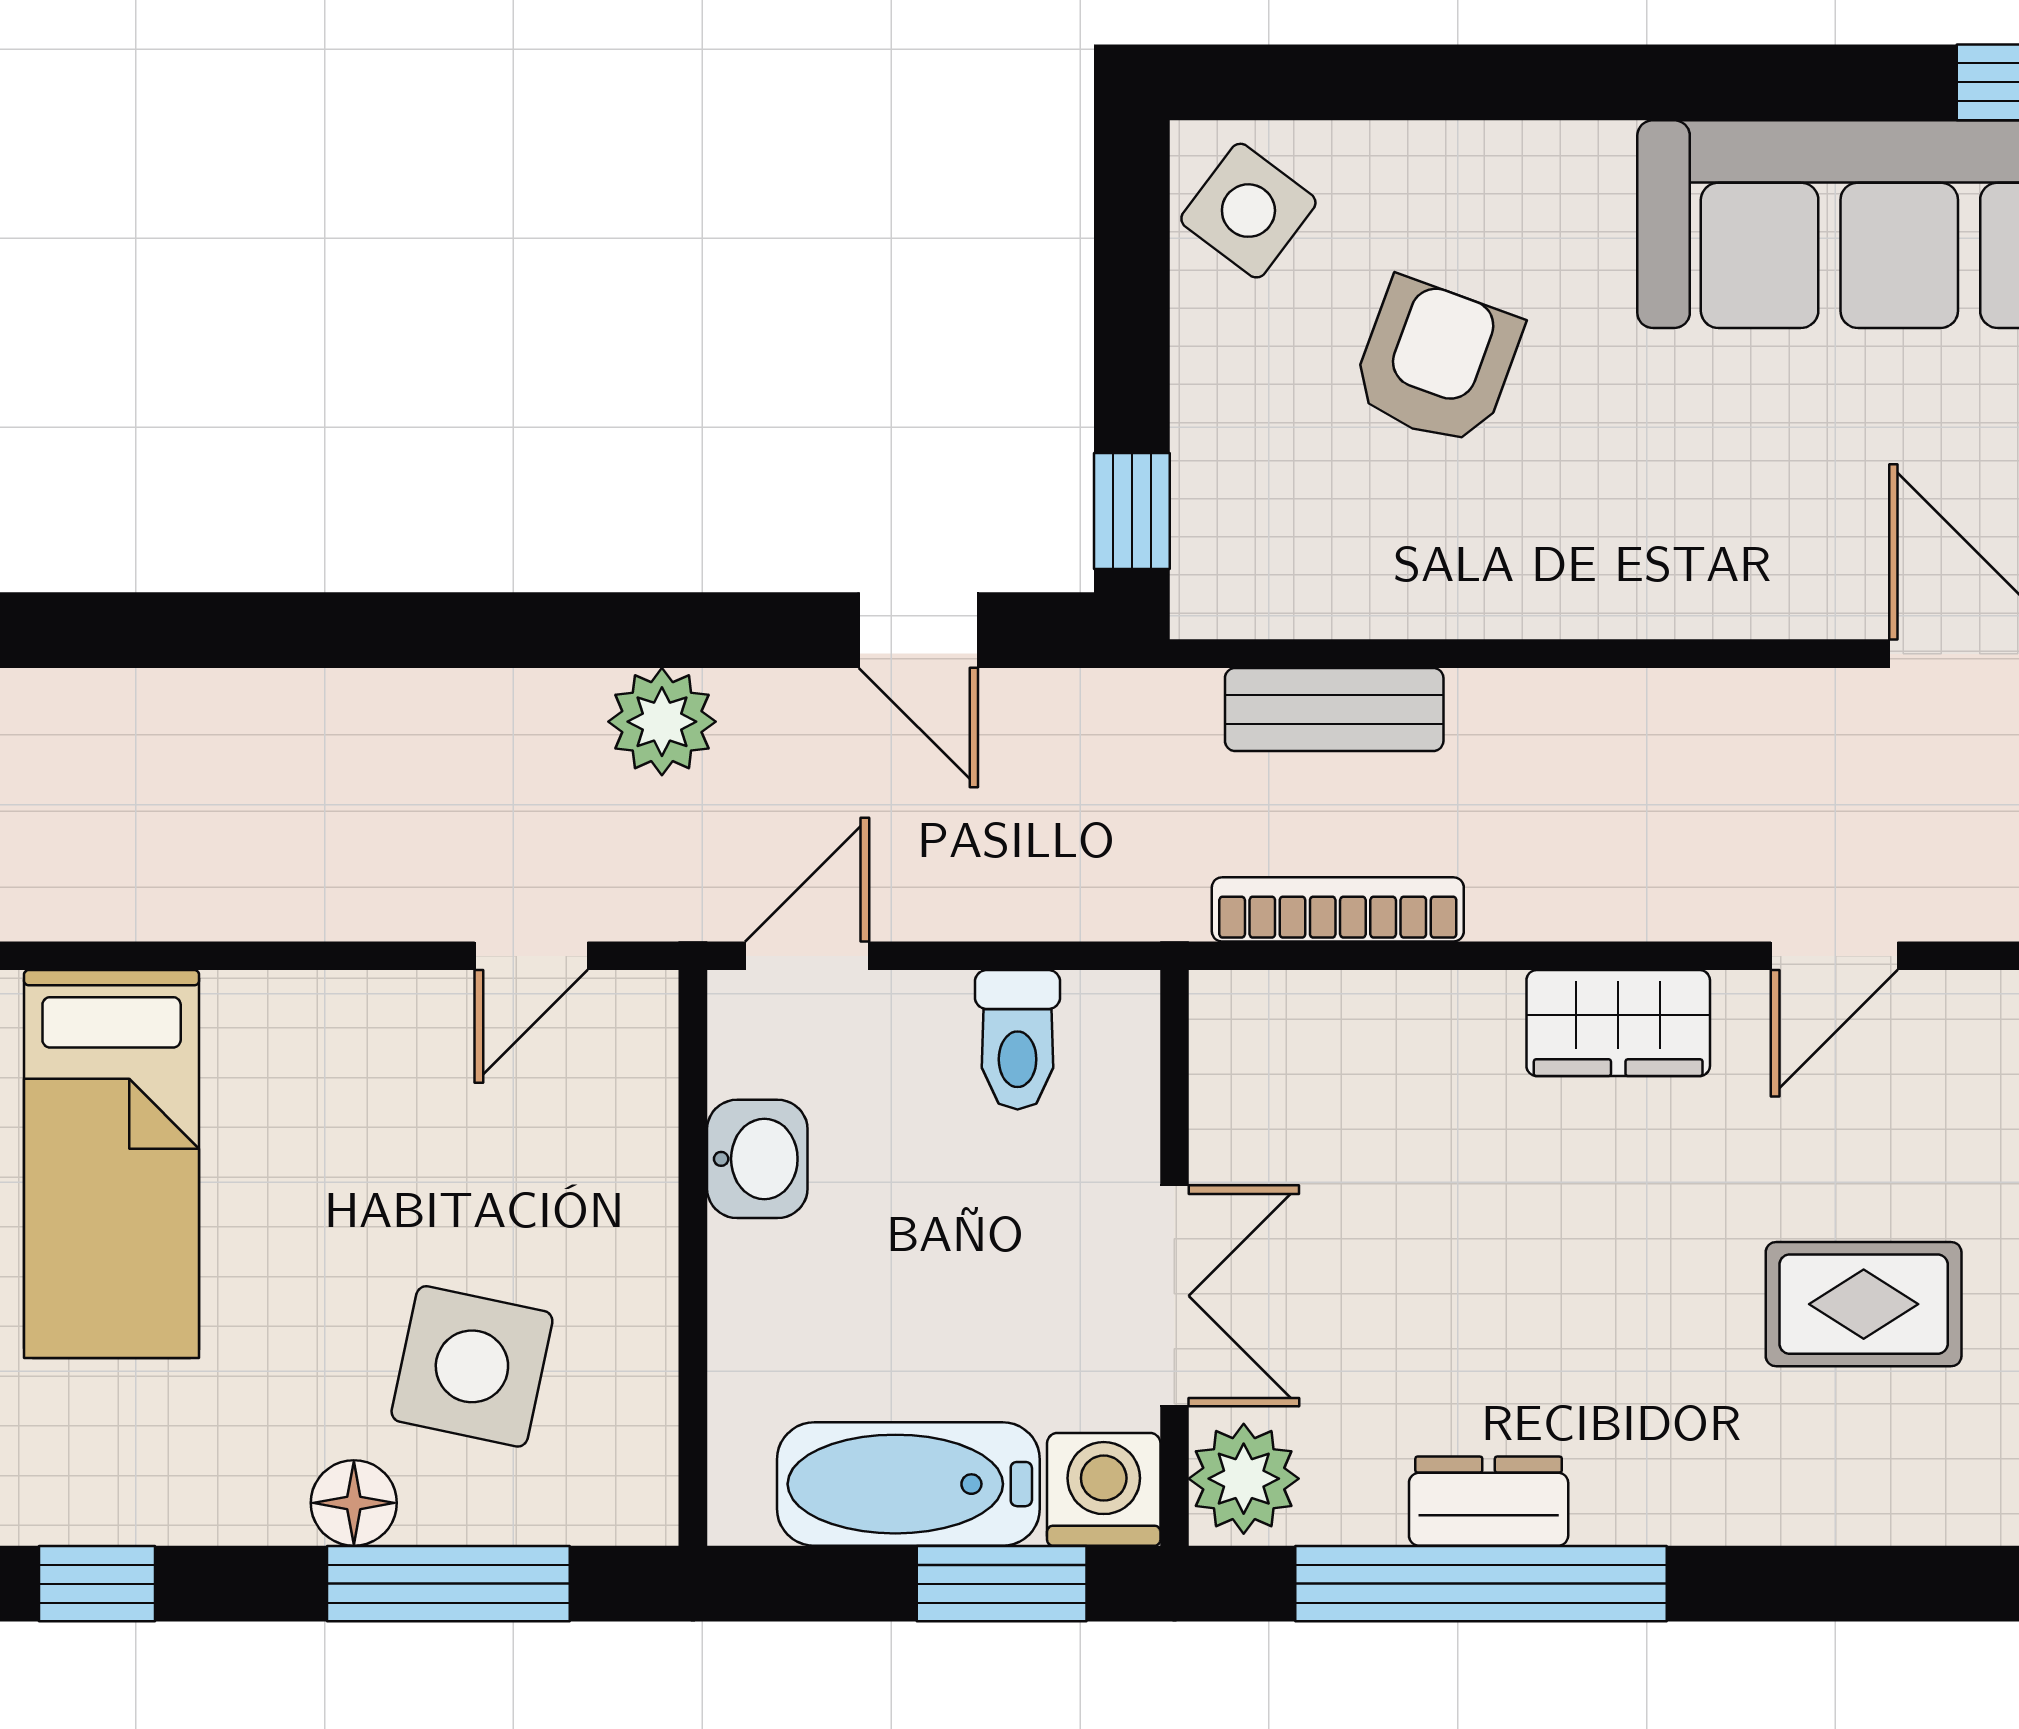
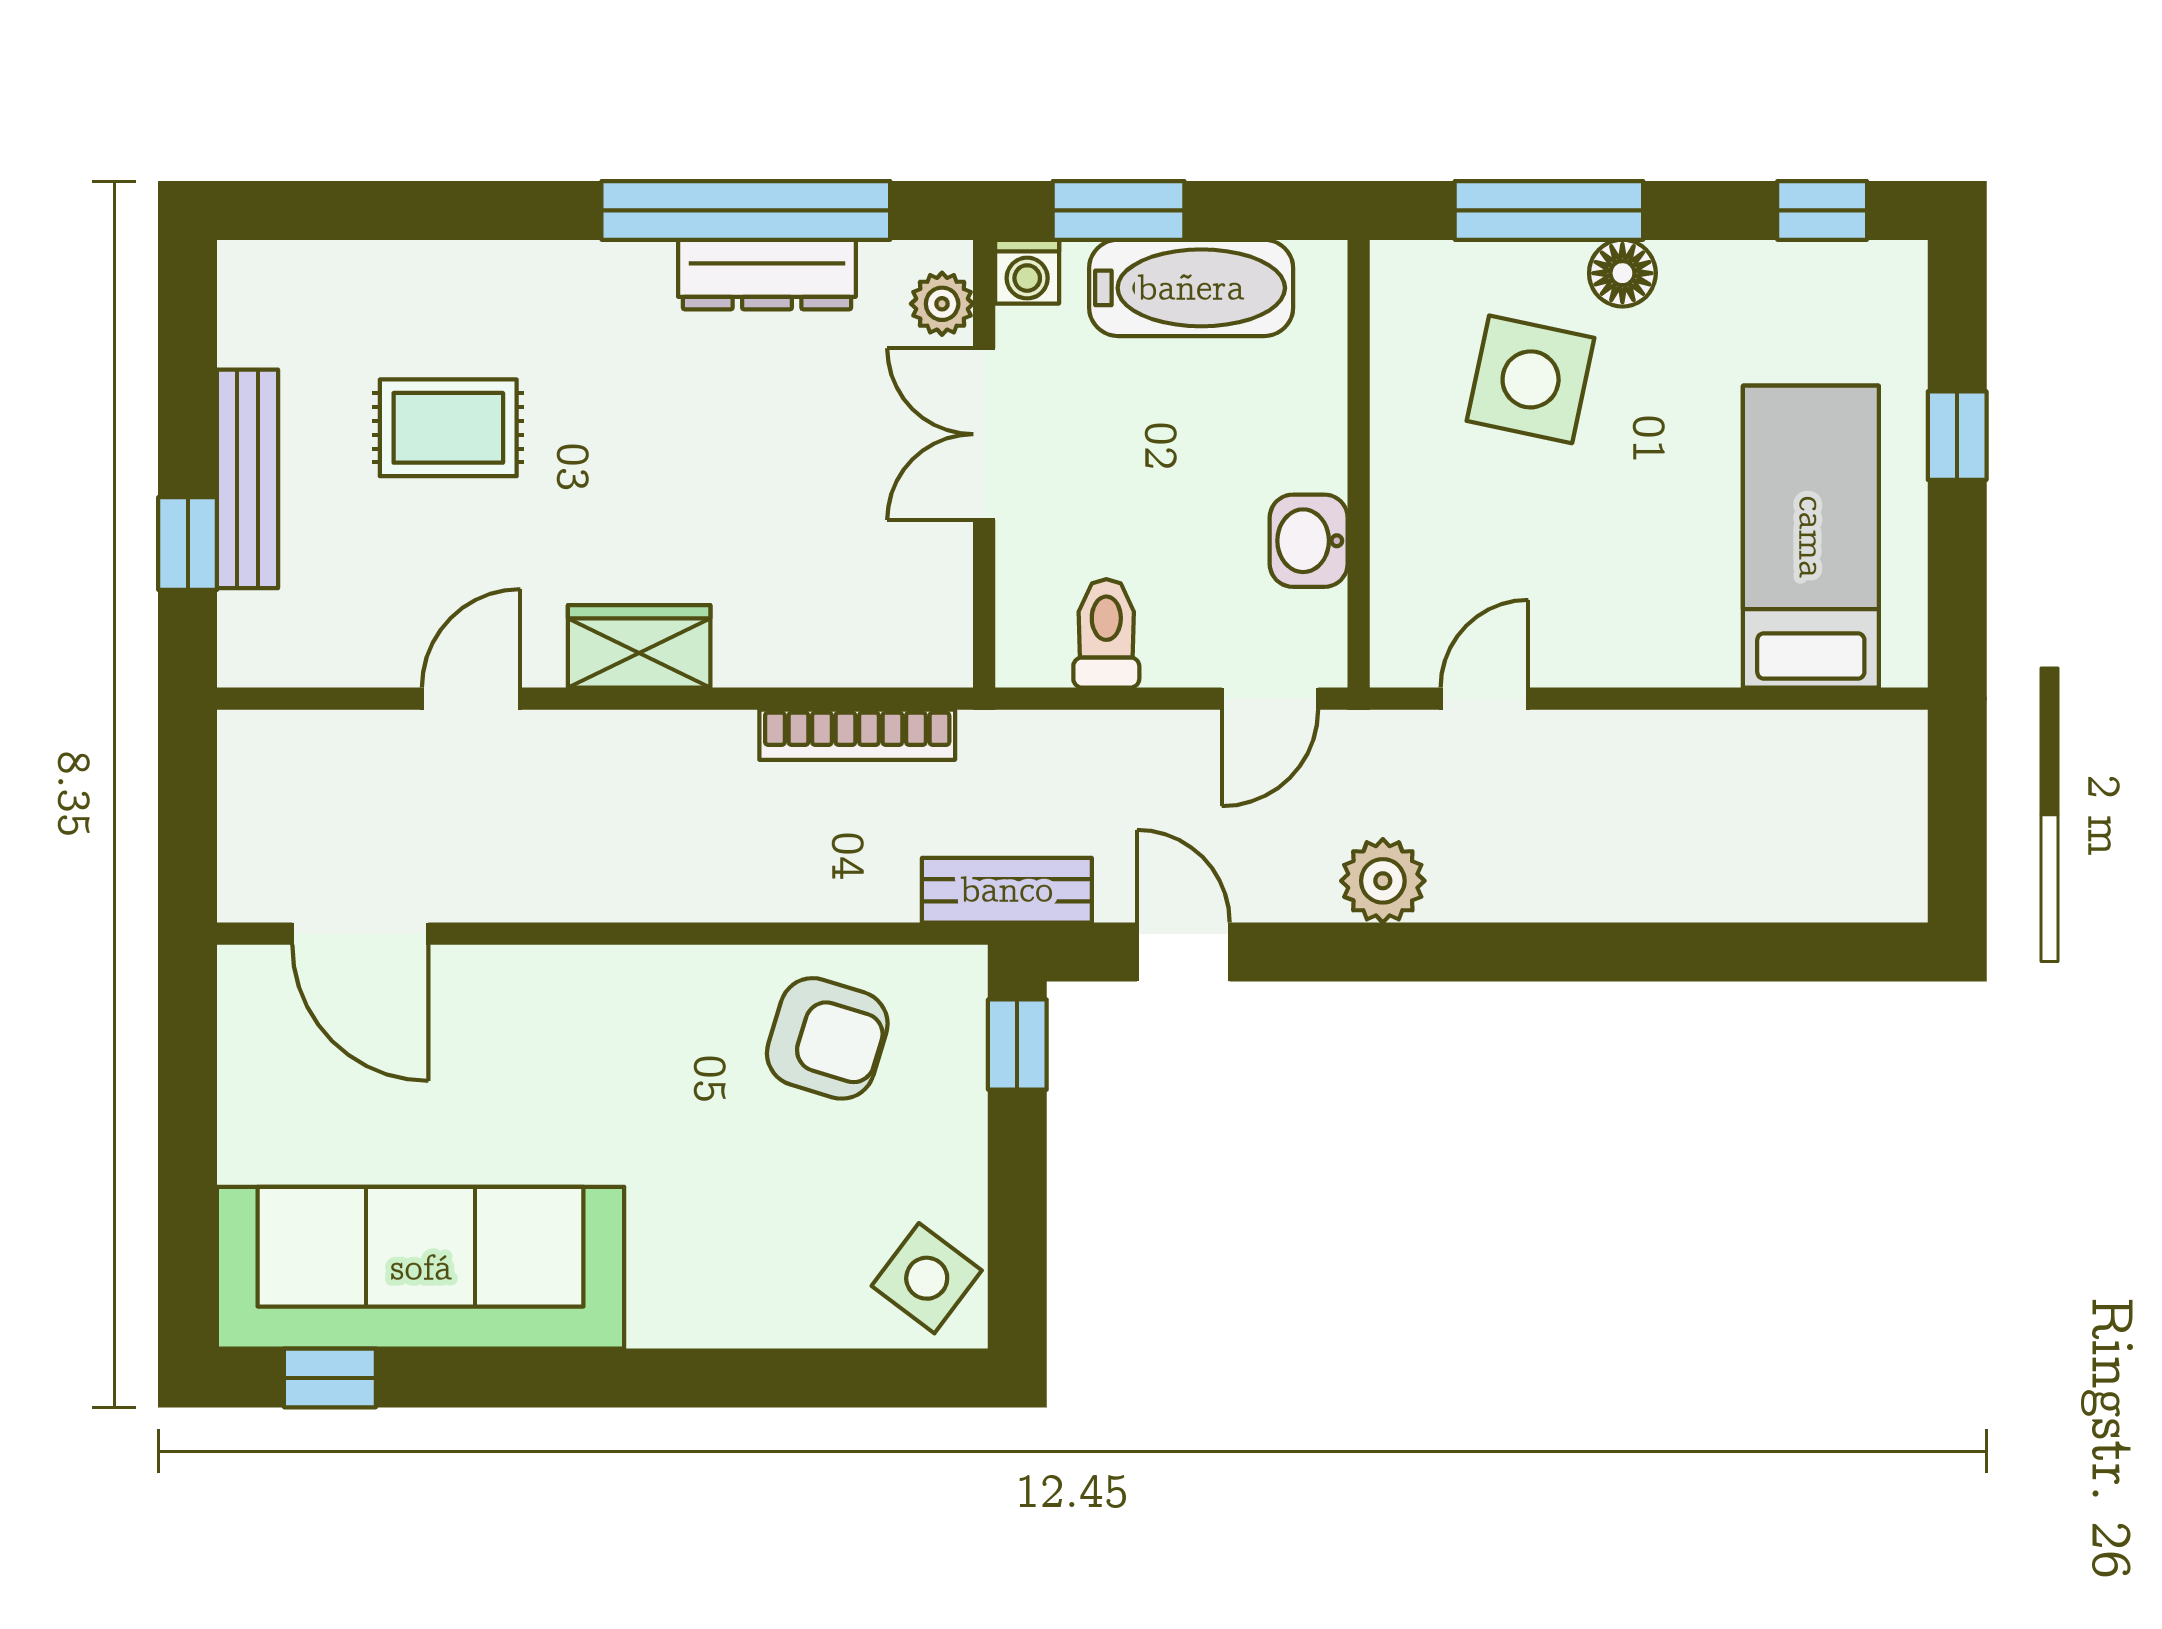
armchair: (1436, 362) -> (827, 1038), moved, turned -93
bench: (1334, 709) -> (1007, 890), moved
plant: (1244, 1479) -> (942, 304), width x0.73, depth x0.73
washing machine: (1104, 1489) -> (1027, 272), width x0.73, depth x0.73
dresser: (1489, 1501) -> (767, 275), width x1.44

